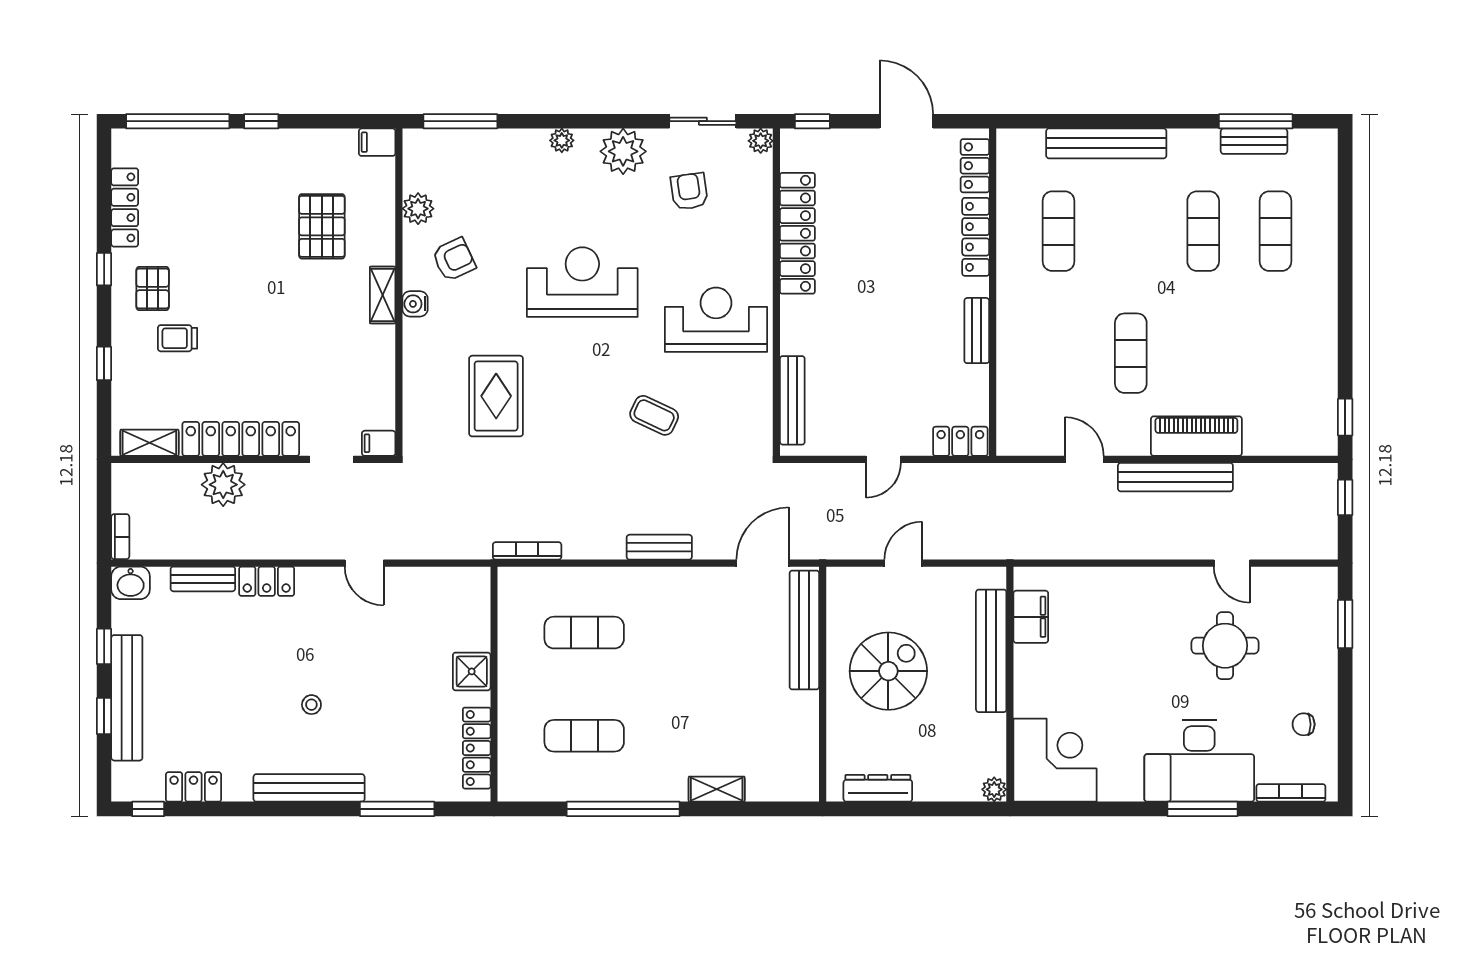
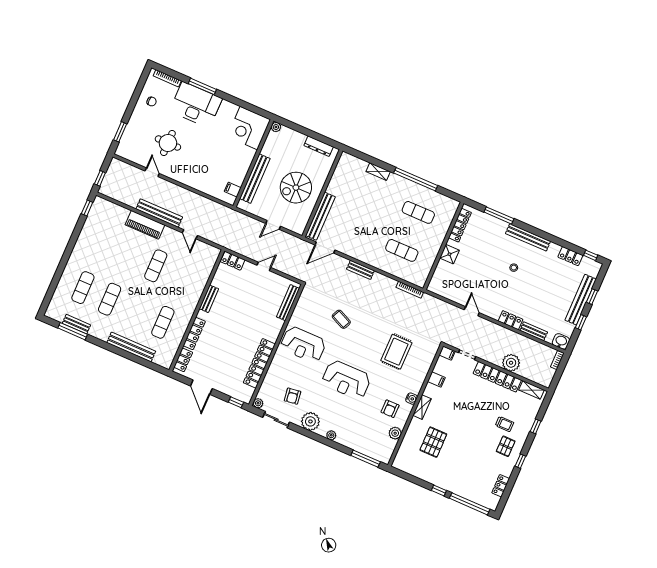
filing cabinet: (377, 142) -> (436, 379), moved
locker: (125, 207) -> (501, 486), width x0.66
armchair: (454, 259) -> (390, 409), turned -65
filing cabinet: (1031, 617) -> (233, 190), width x0.50

